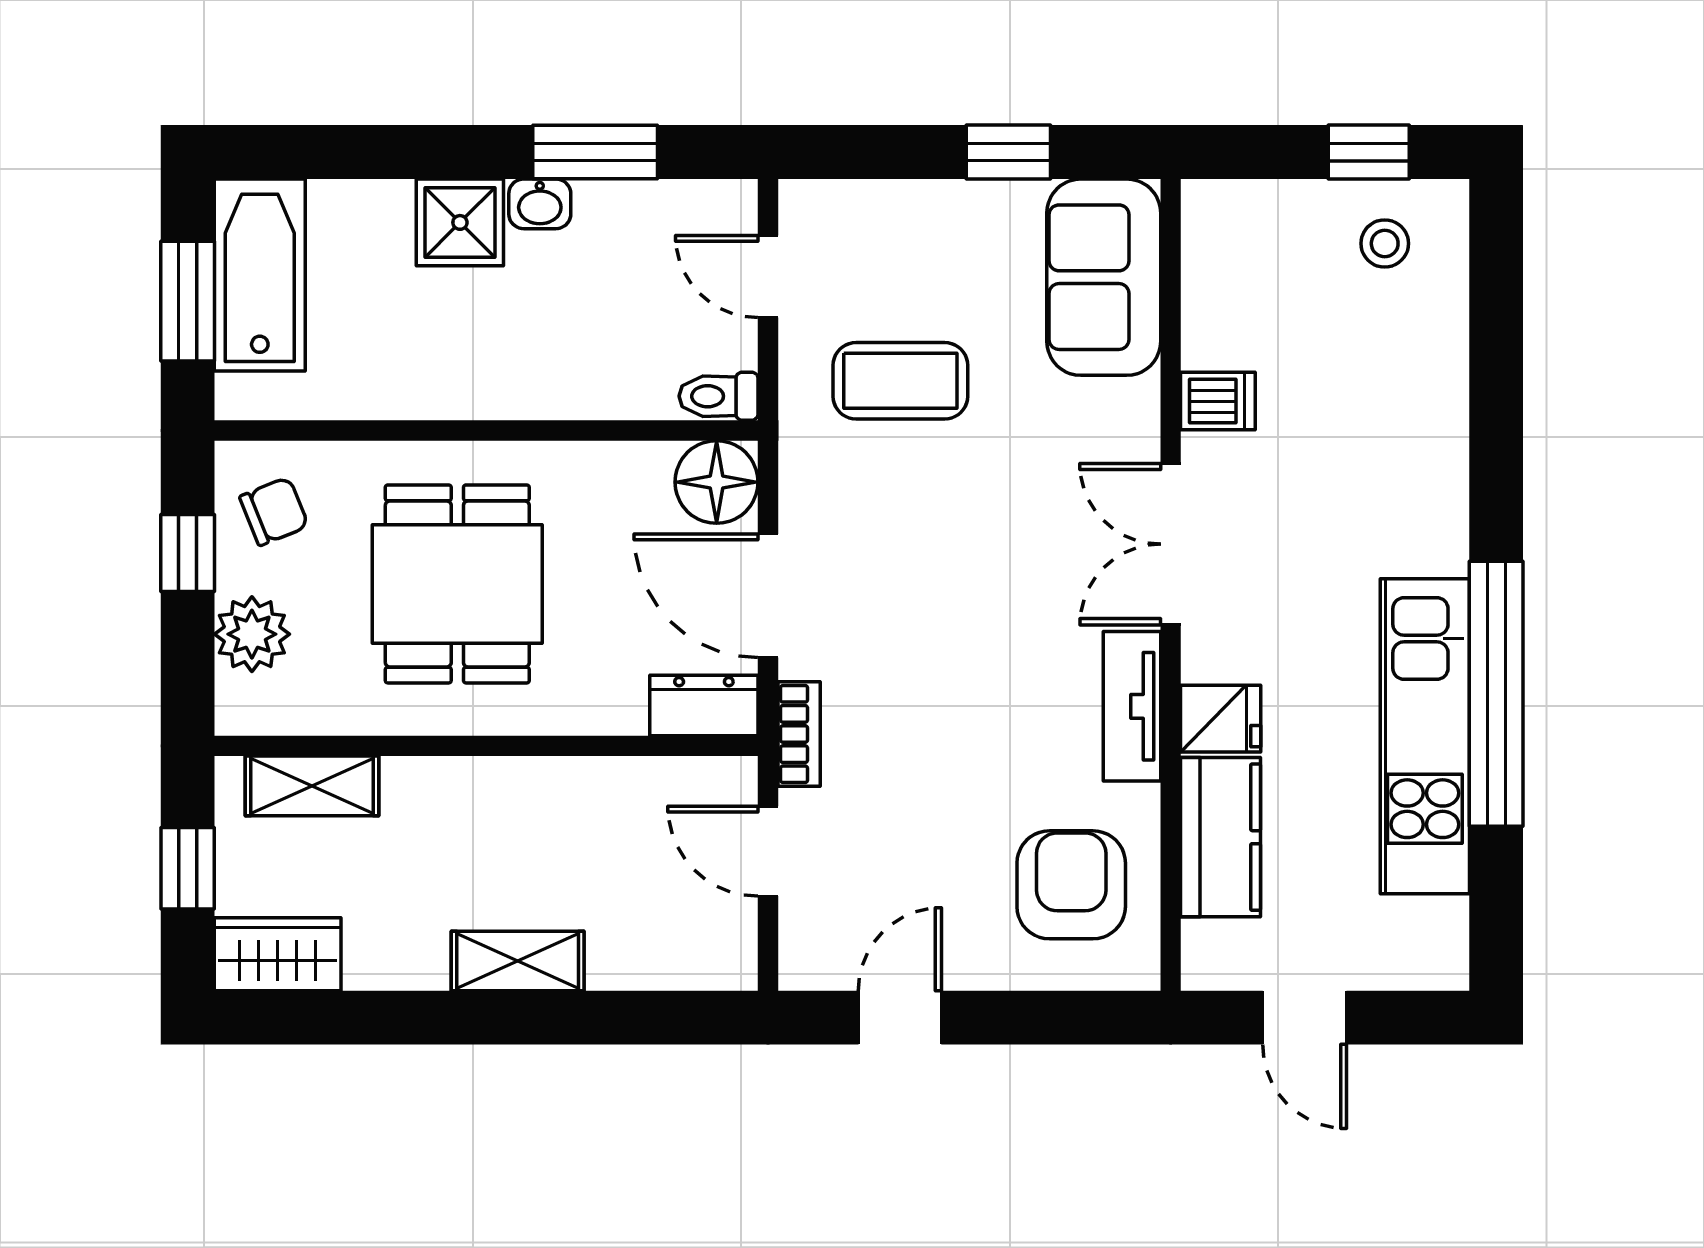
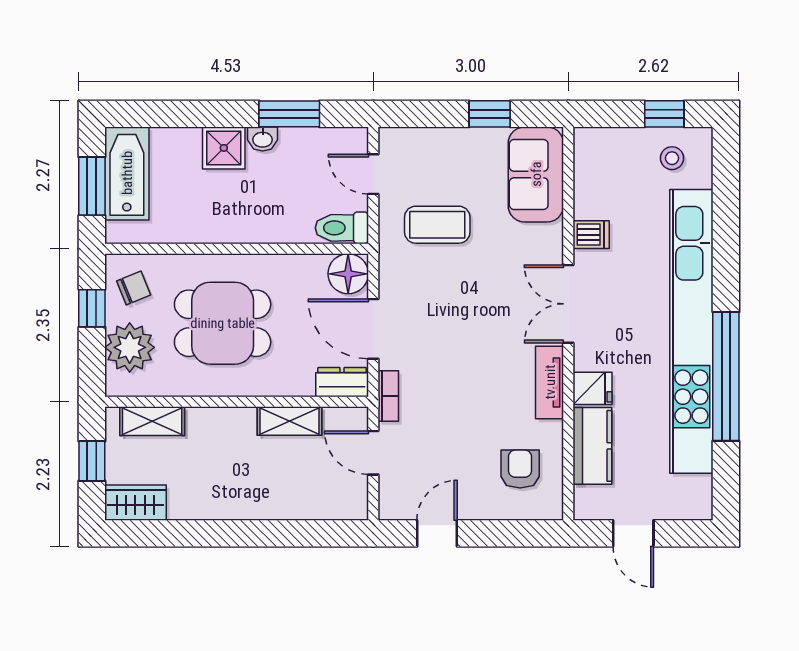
toilet: (719, 396) -> (342, 228), width x1.37, depth x1.39
dining table: (457, 584) -> (223, 323), turned 90
plant: (252, 634) -> (130, 347), width x1.36, depth x1.36
kitchen unit: (1425, 736) -> (691, 331), width x1.86
armchair: (1071, 885) -> (520, 469), width x0.72, depth x0.72
shelving: (518, 961) -> (290, 421), moved

